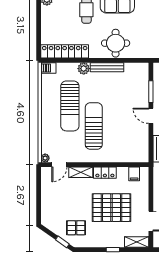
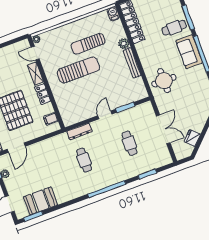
round table: (116, 43) -> (164, 81), moved
sun lounger: (70, 106) -> (88, 44), width x0.73, depth x0.75

